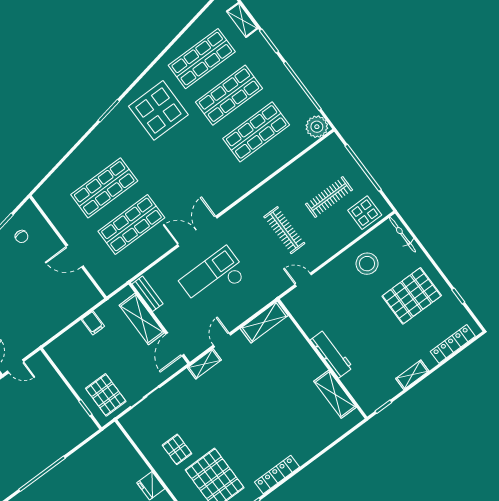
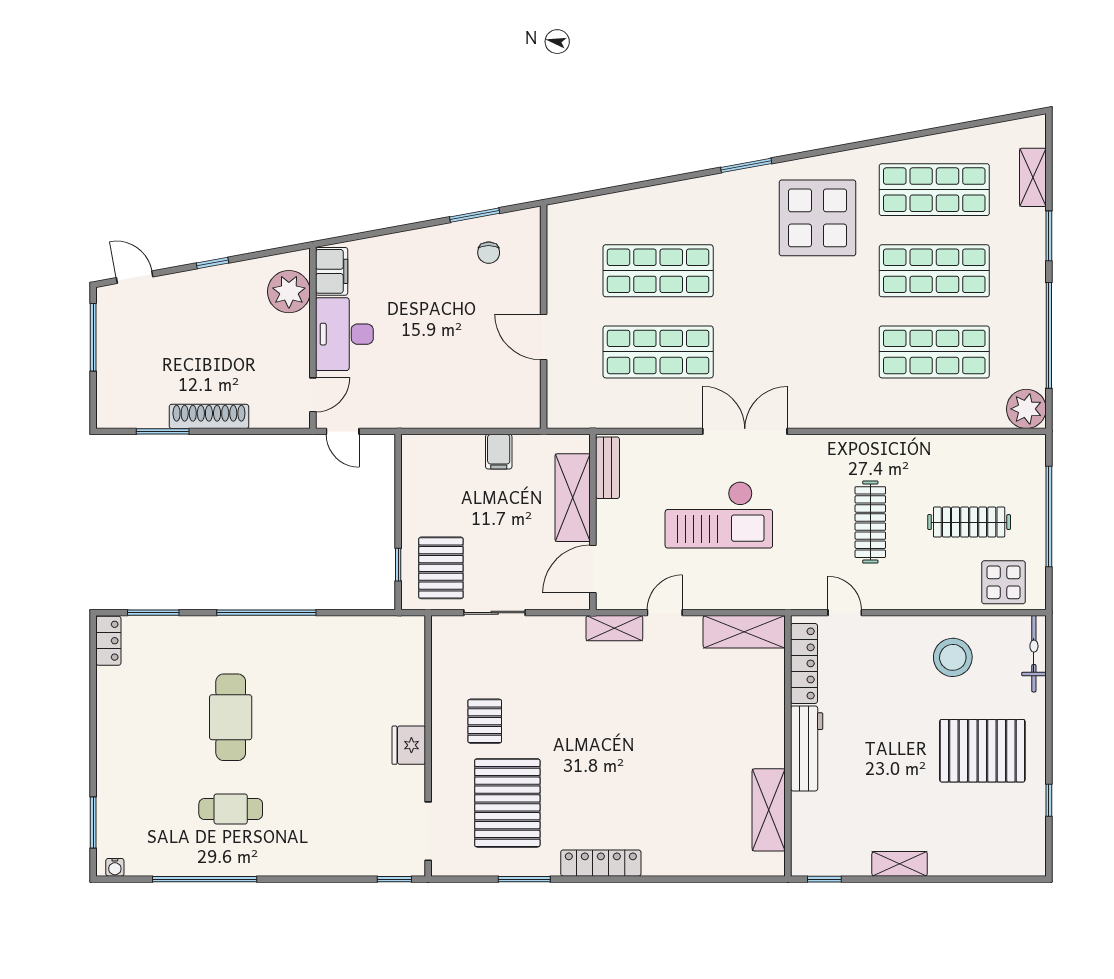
checkout: (213, 278) -> (719, 515), turned 180
locker: (453, 344) -> (804, 663), moved, turned 90

